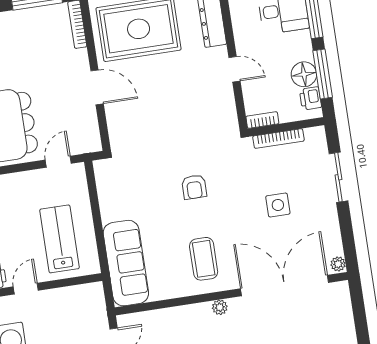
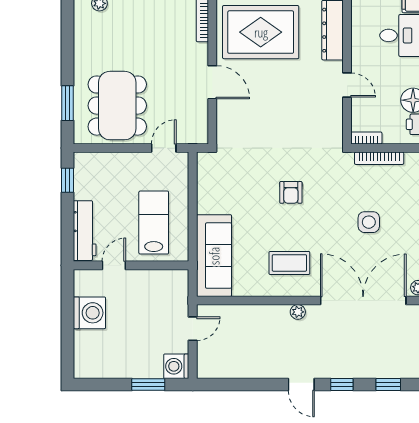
coffee table: (204, 259) -> (289, 263), turned 90

